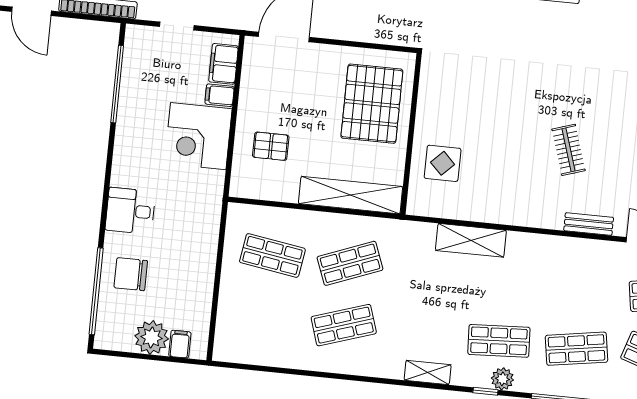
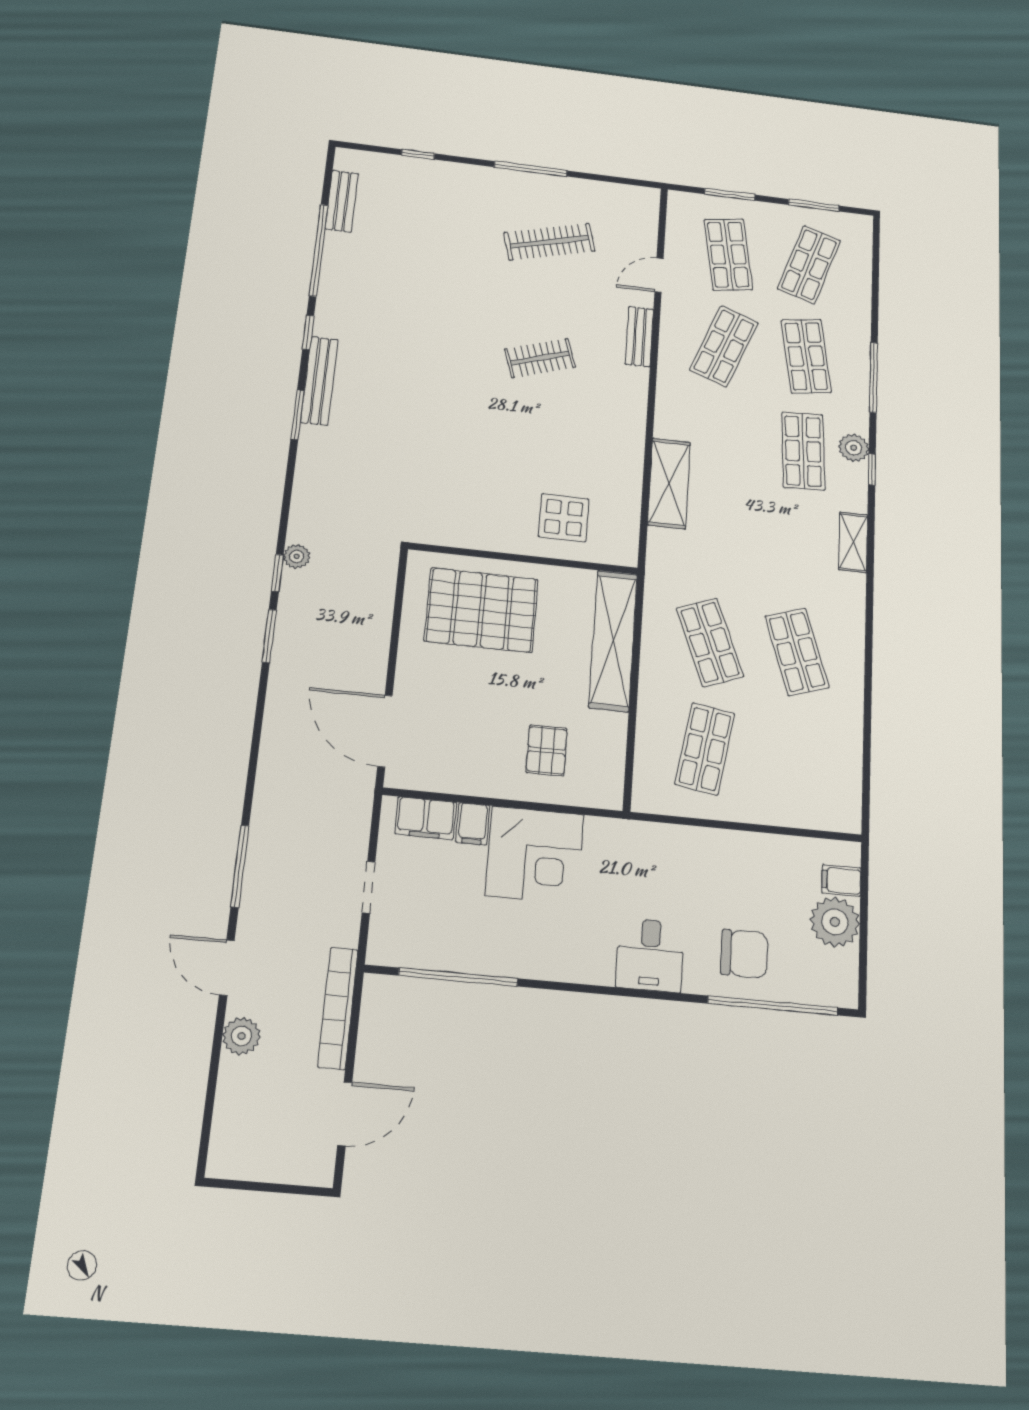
chair: (131, 274) -> (744, 954), turned -90
shop shelf: (583, 287) -> (724, 346), added

